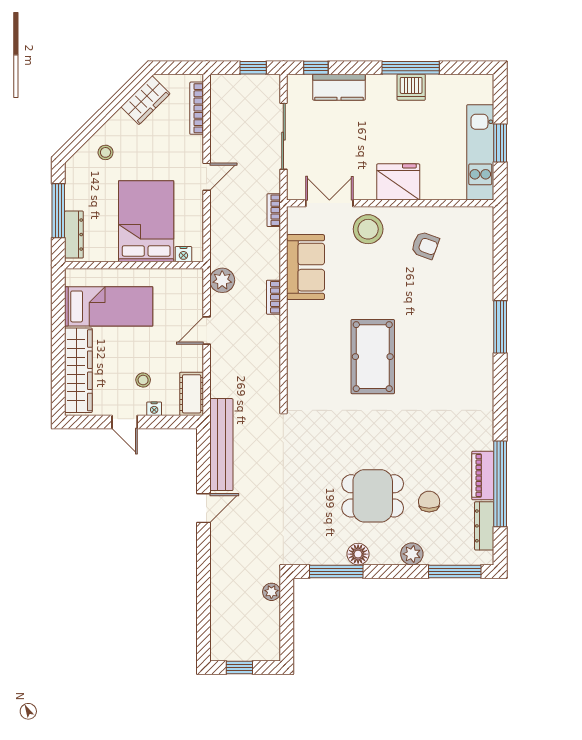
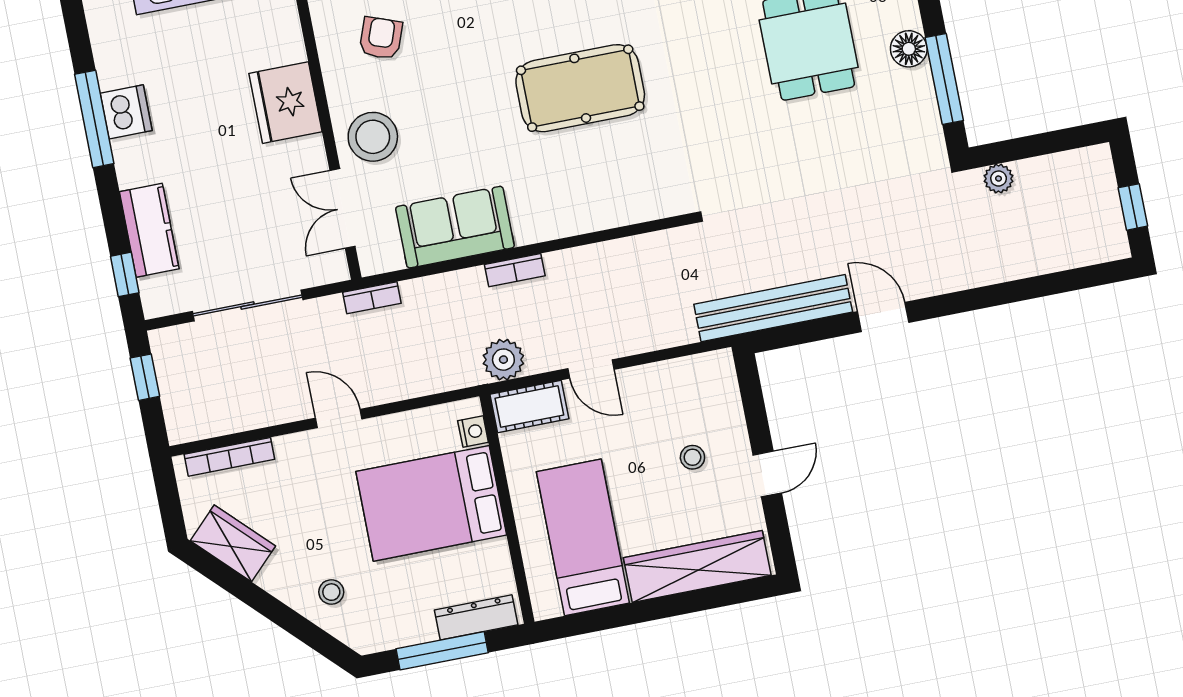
cot: (192, 394) -> (529, 407), moved
nightstand: (154, 409) -> (736, 430), removed

